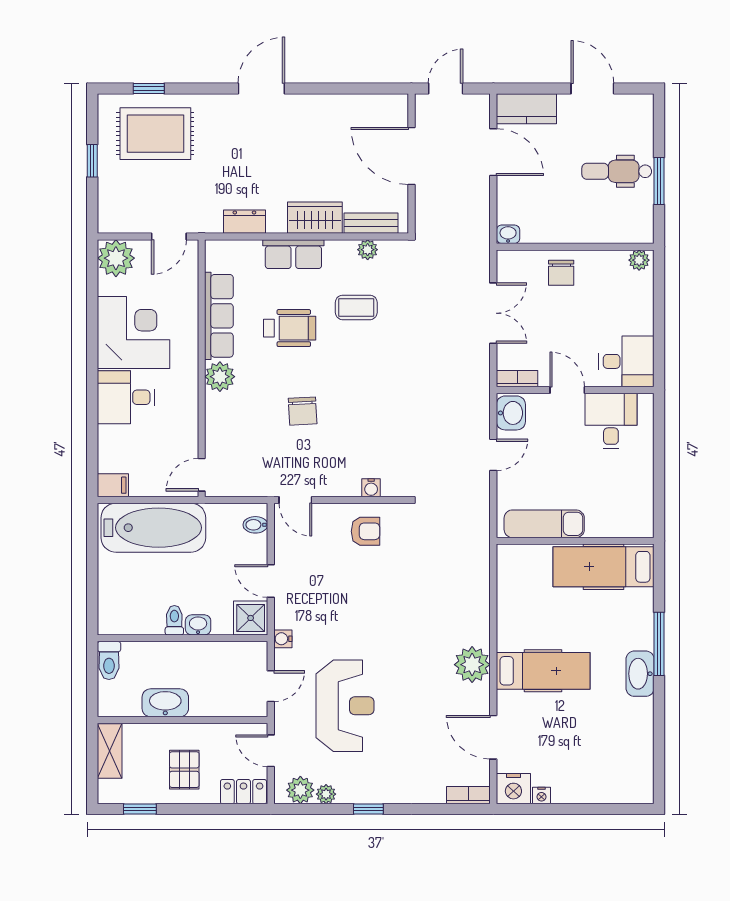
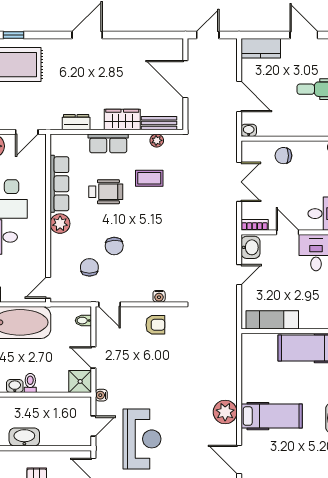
door: (493, 152) -> (239, 96), moved
chair: (561, 273) -> (283, 156), turned 90
chair: (265, 444) -> (89, 267), added
washbasin: (198, 625) -> (15, 386), moved

